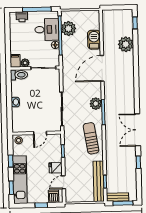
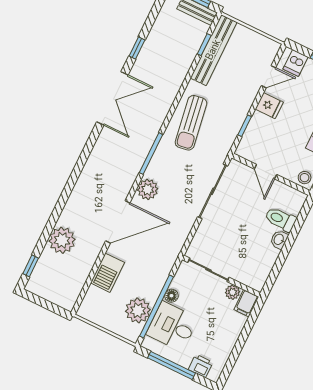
toilet: (19, 75) -> (280, 219), moved
plant: (96, 104) -> (148, 189), moved
door: (40, 133) -> (266, 172), swing flipped

